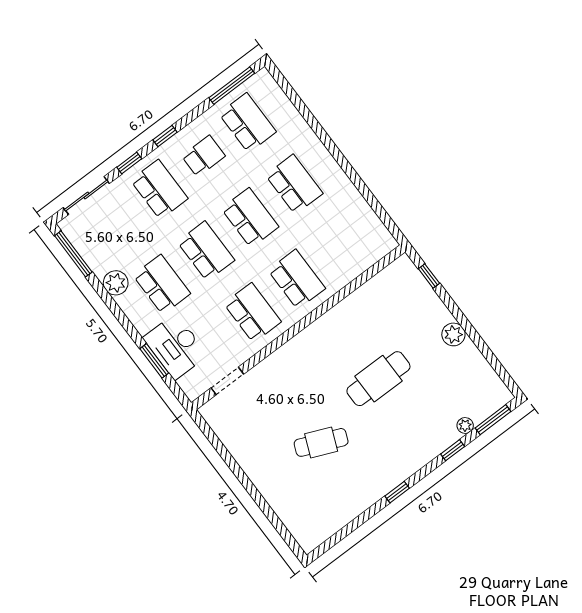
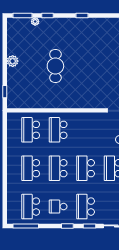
school desk: (252, 313) -> (31, 130), moved
cafe table: (378, 379) -> (55, 66), turned 90
cafe table: (321, 442) -> (97, 58), removed

